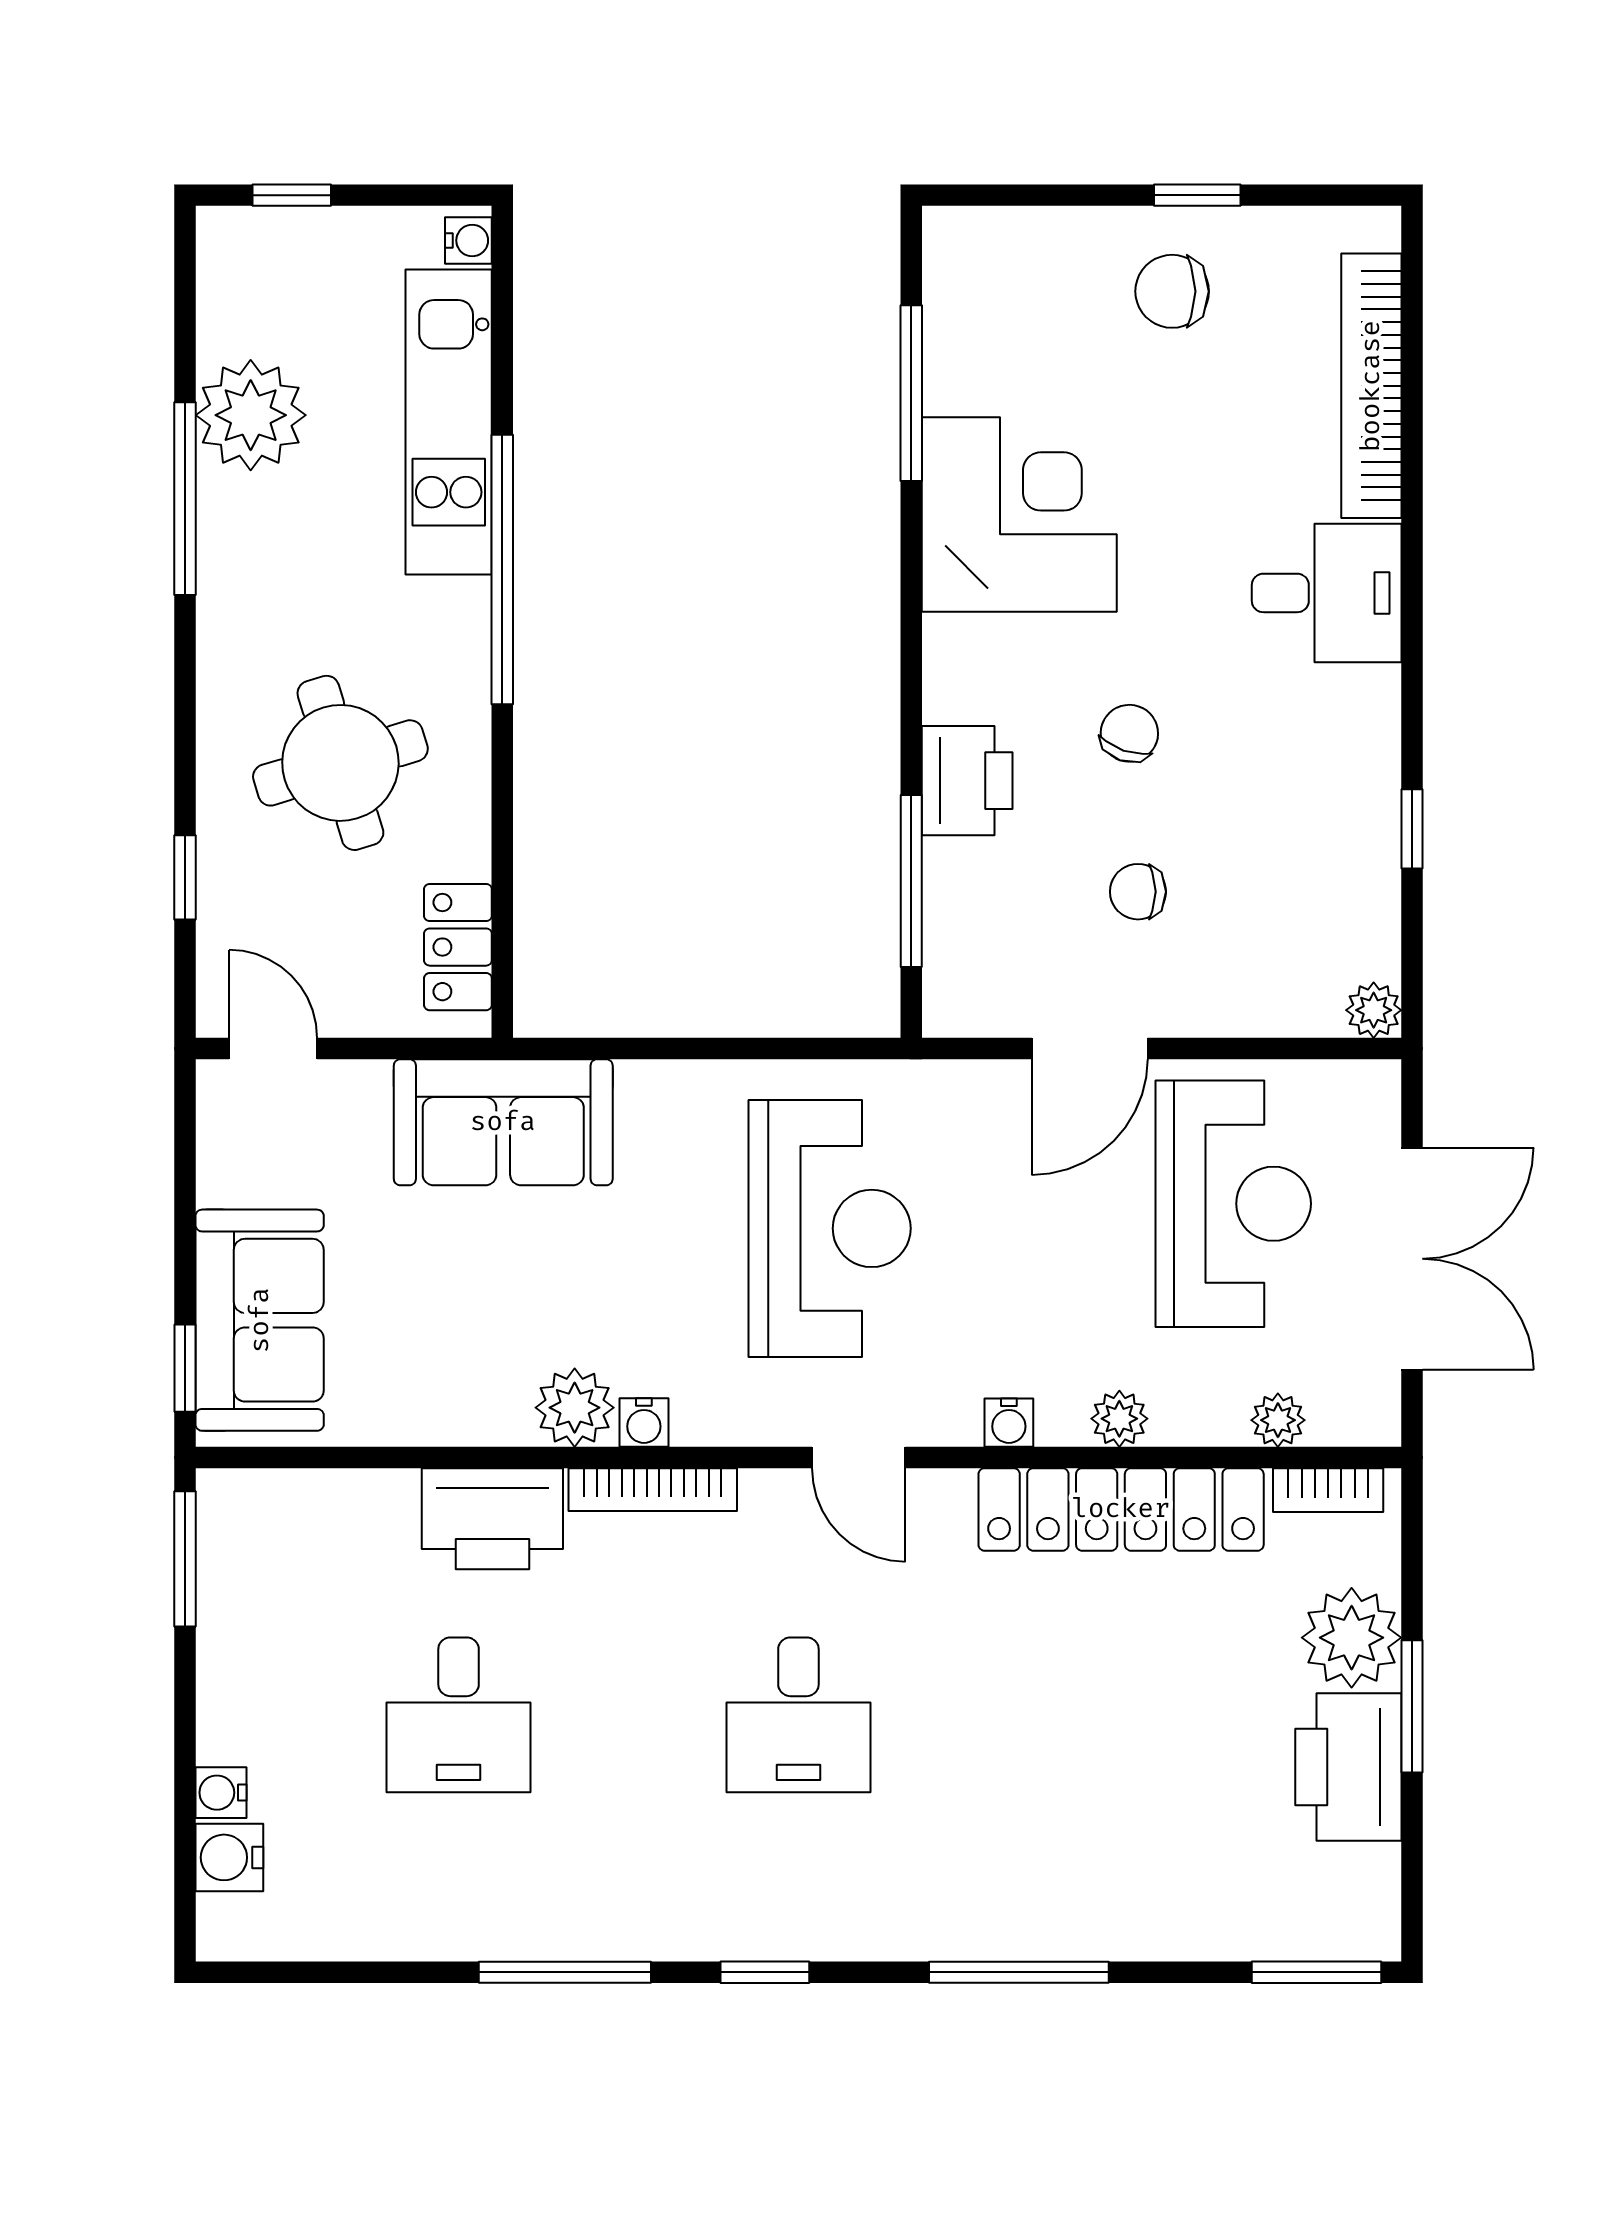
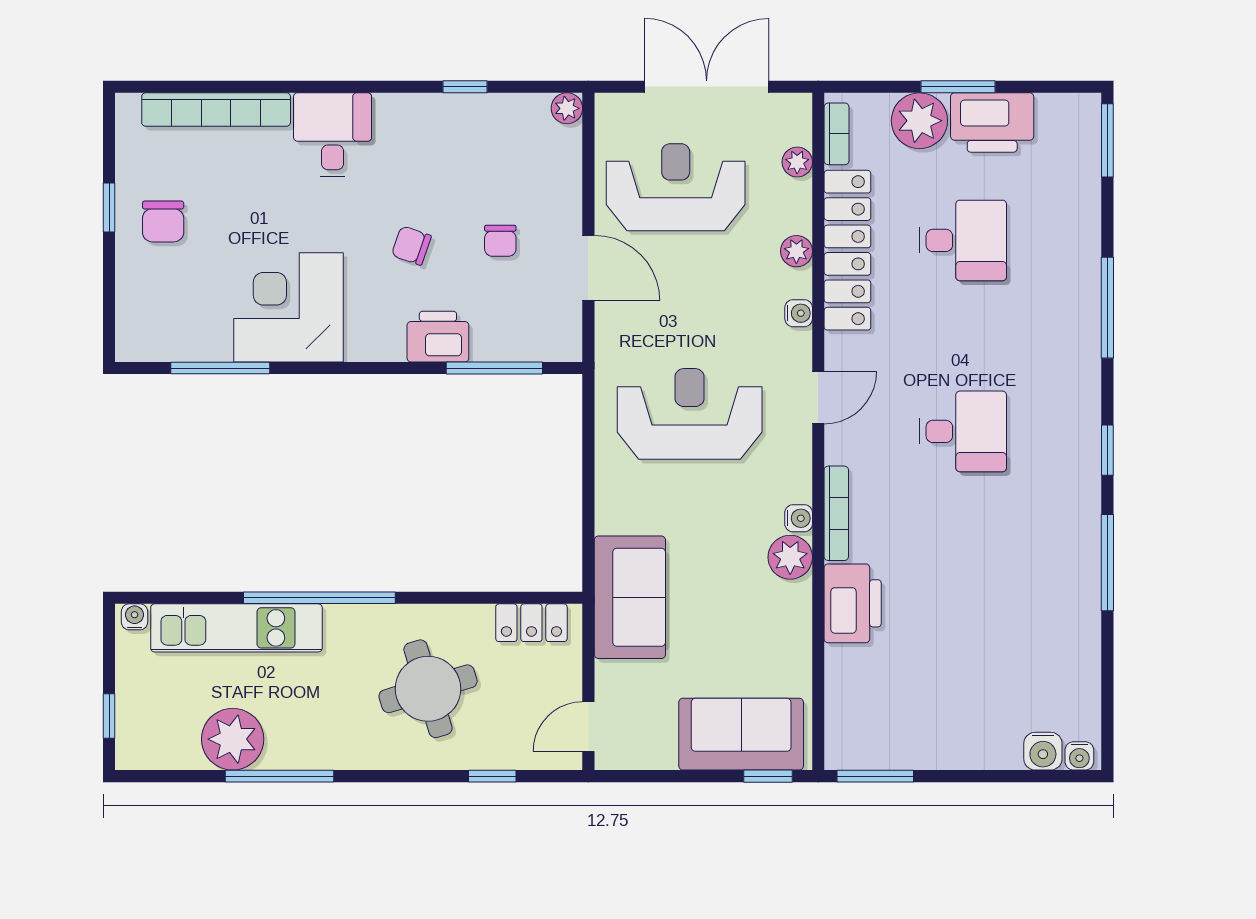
desk: (459, 1715) -> (963, 240), moved
water cooler: (221, 1793) -> (1079, 756), moved

